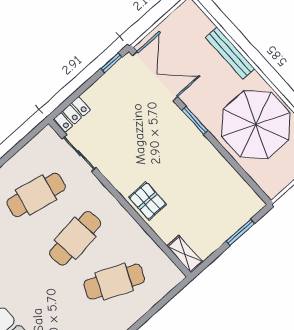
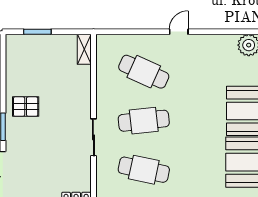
sliding door: (79, 153) -> (93, 137), moved
pallet: (148, 201) -> (26, 107), moved, turned 90

